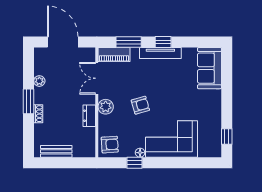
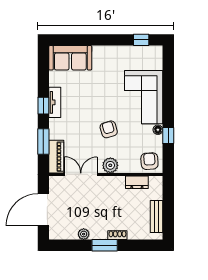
tv unit: (160, 53) -> (55, 102), width x0.71
double door: (97, 78) -> (81, 174), swing flipped
dresser: (89, 116) -> (137, 182), moved

